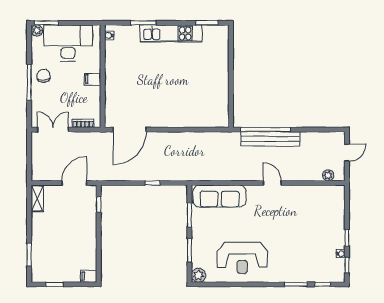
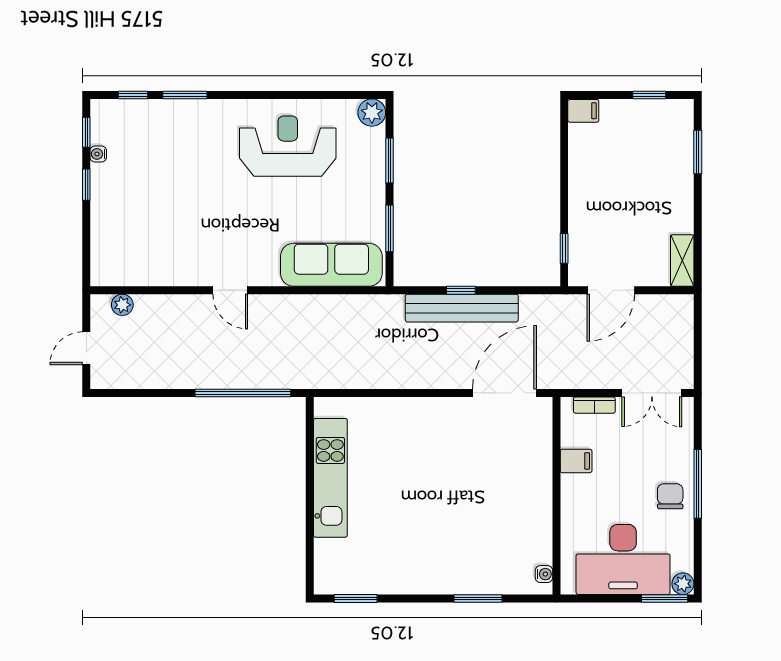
kitchen unit: (171, 33) -> (330, 478), moved, turned 90
chair: (44, 76) -> (670, 496), turned 180
filing cabinet: (92, 79) -> (576, 461), moved
bench: (270, 139) -> (462, 308), moved

